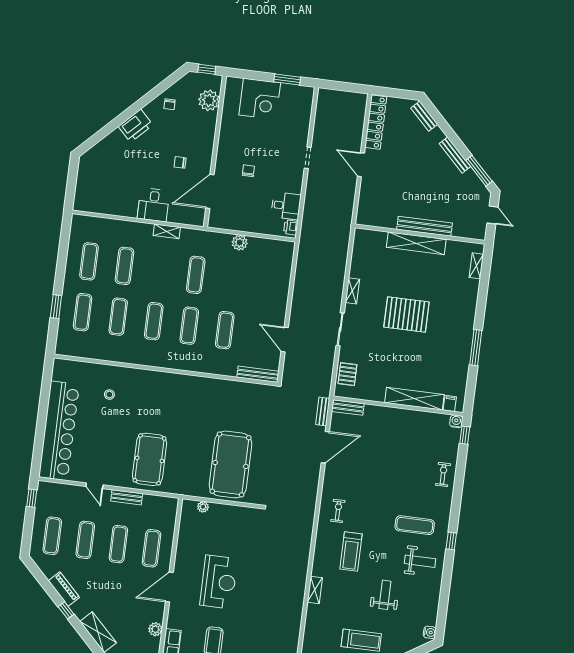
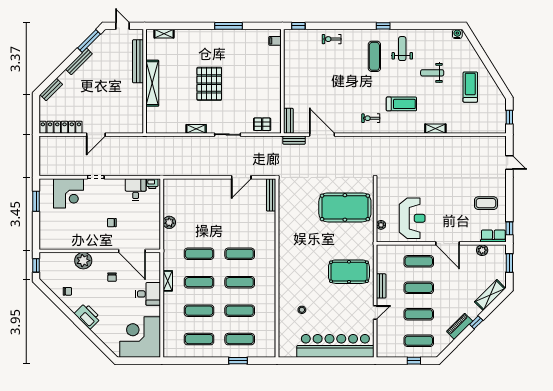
corner desk: (260, 99) -> (68, 193), moved, turned 90
plant: (209, 100) -> (83, 261), moved
corner desk: (101, 188) -> (140, 337), added
door: (492, 215) -> (122, 26), hinge flipped
bench: (425, 226) -> (138, 61), moved
exercise mat: (225, 330) -> (199, 282), moved
shelving: (414, 399) -> (275, 69), removed
water cooler: (456, 421) -> (288, 34), removed
window: (32, 498) -> (414, 361), moved
reception desk: (219, 582) -> (412, 218), moved, turned 90

